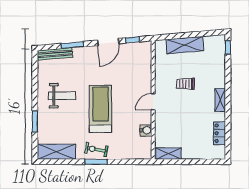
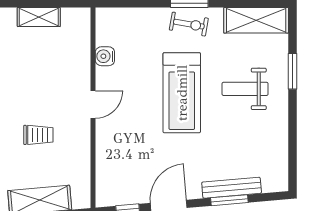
bench: (55, 54) -> (232, 188), moved
weight bench: (62, 96) -> (245, 89), moved
shelving: (169, 154) -> (39, 17), moved

